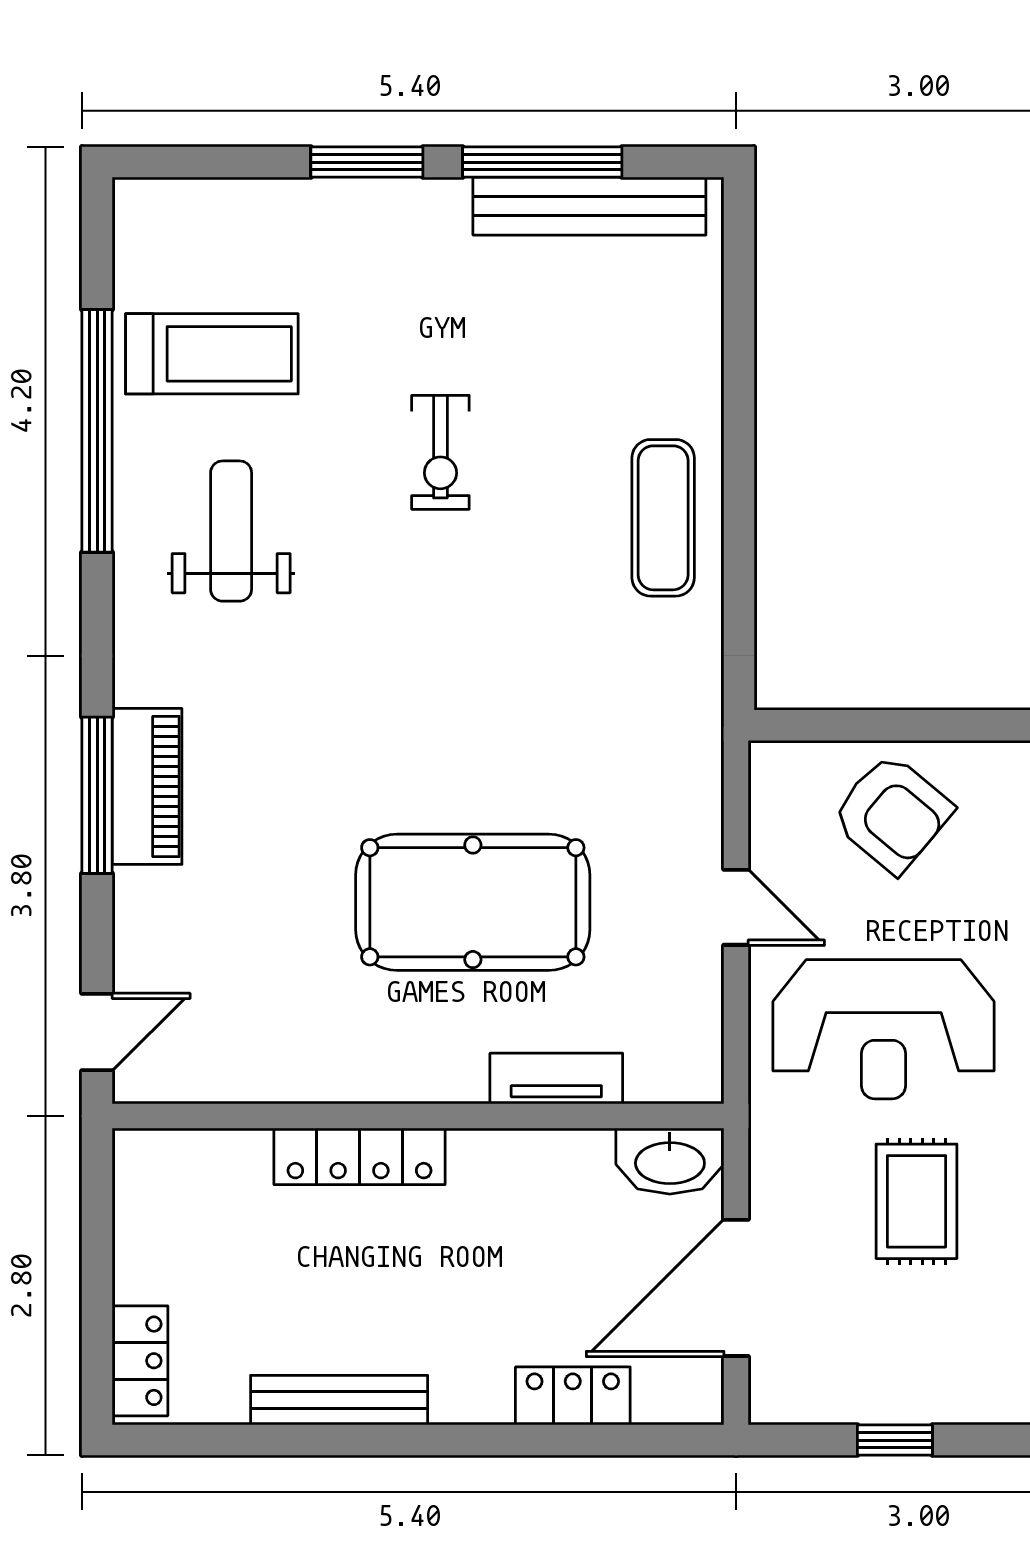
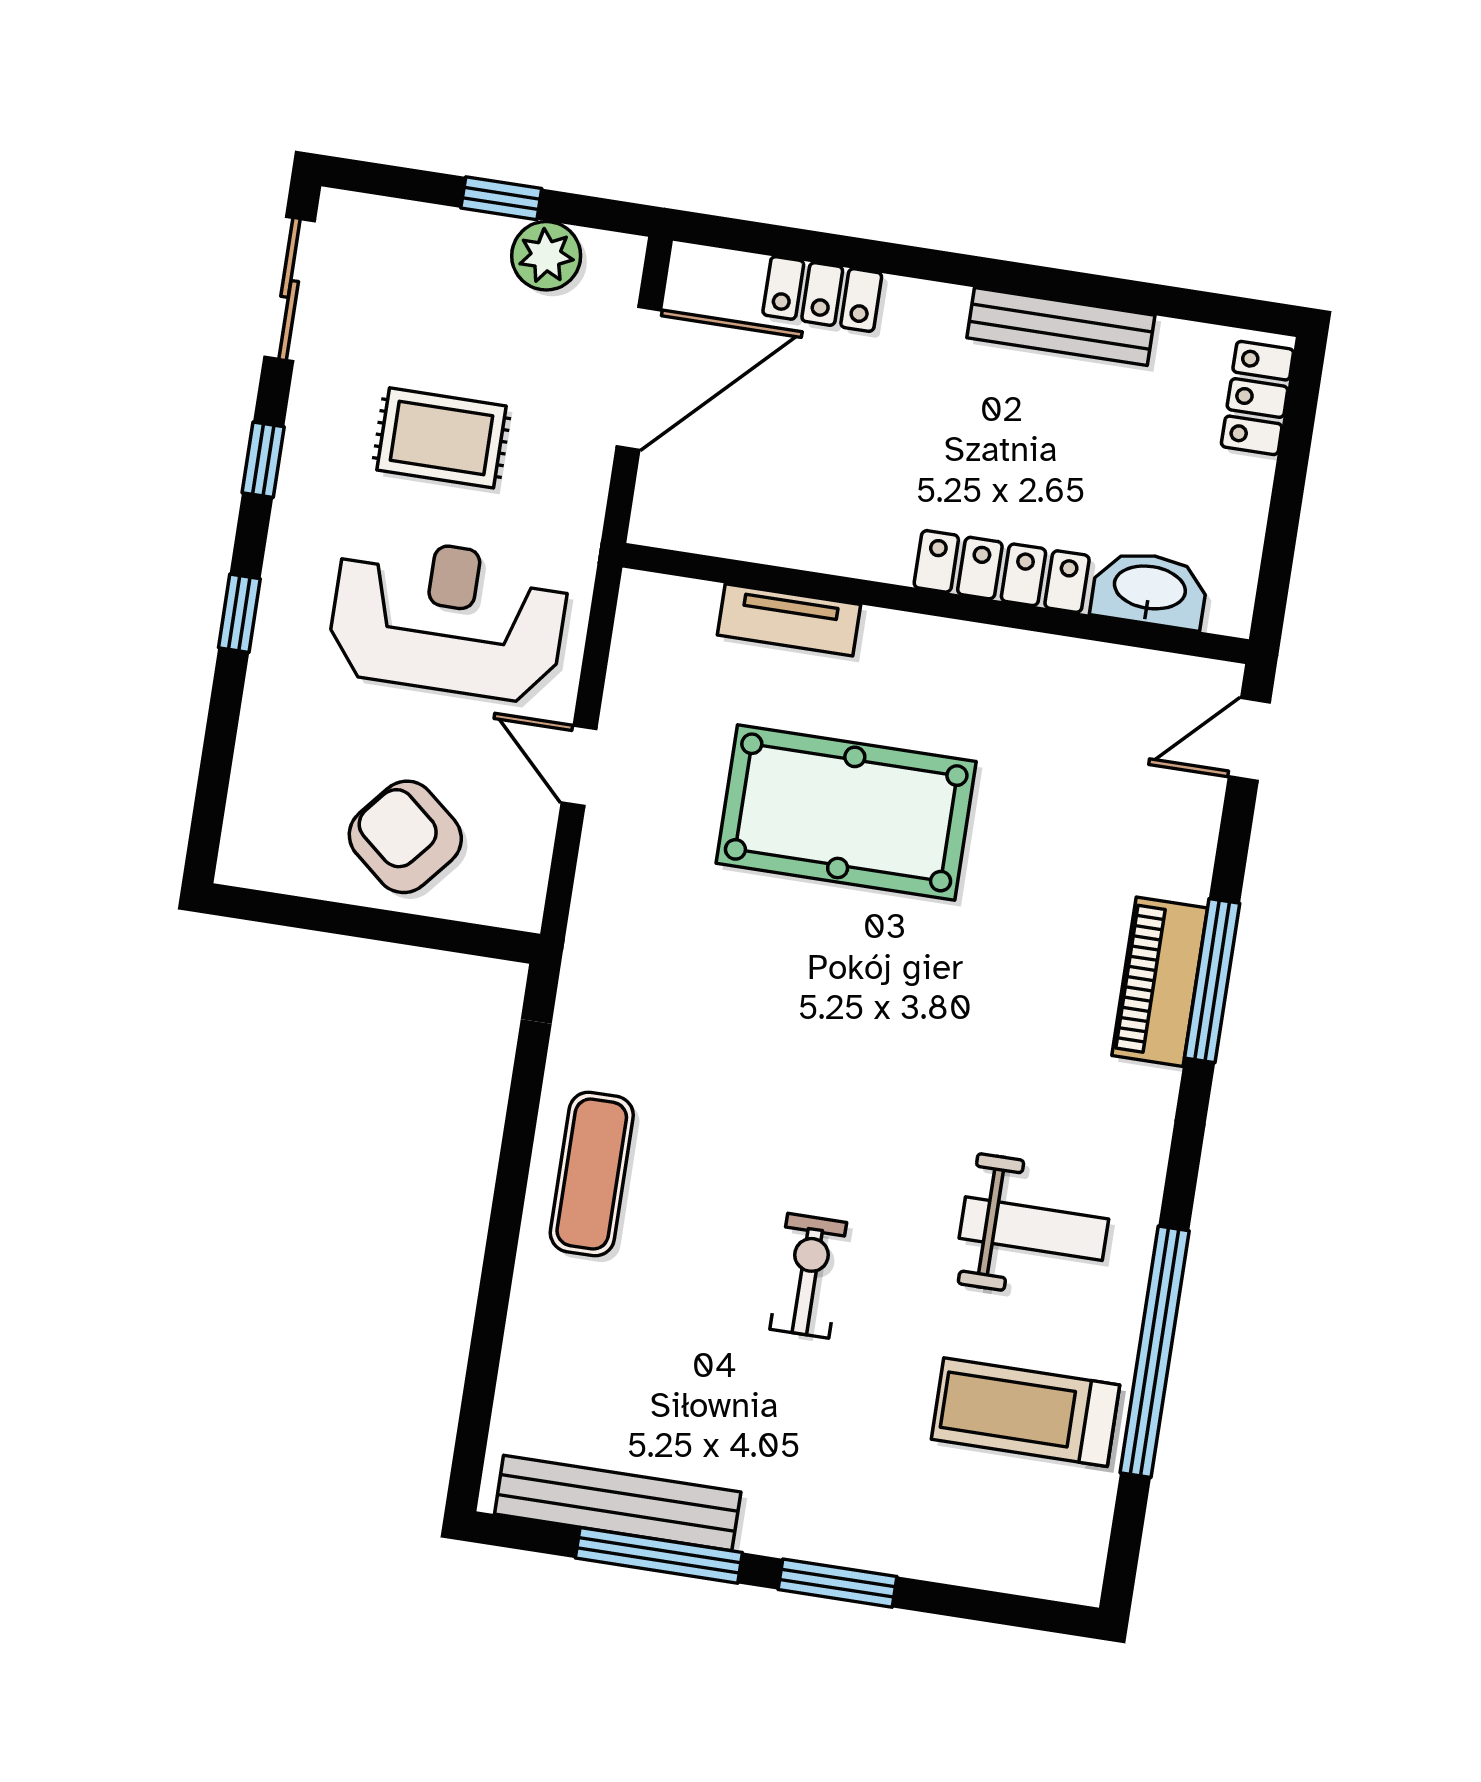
weight bench: (231, 531) -> (1034, 1229), turned -90
washbasin: (670, 1161) -> (1149, 589), moved
rug: (916, 1201) -> (442, 438), turned 90
plant: (843, 1392) -> (546, 256), added

